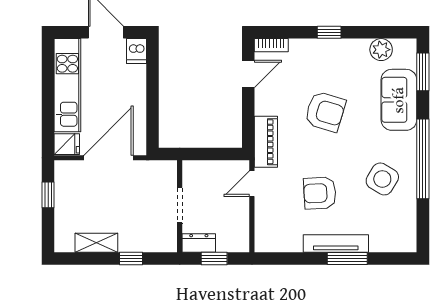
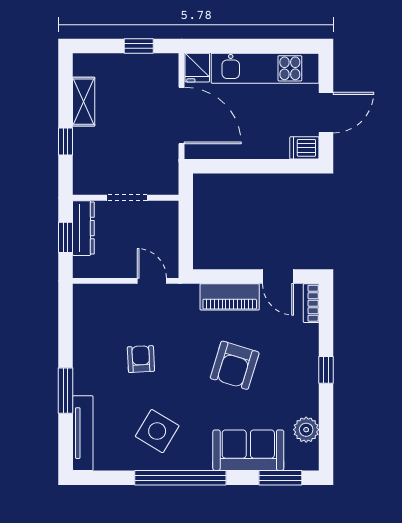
piano: (266, 142) -> (230, 297), moved
armchair: (320, 193) -> (141, 359), width x0.72, depth x0.72
dresser: (199, 243) -> (83, 228), width x1.44
tv unit: (336, 243) -> (83, 433), moved

